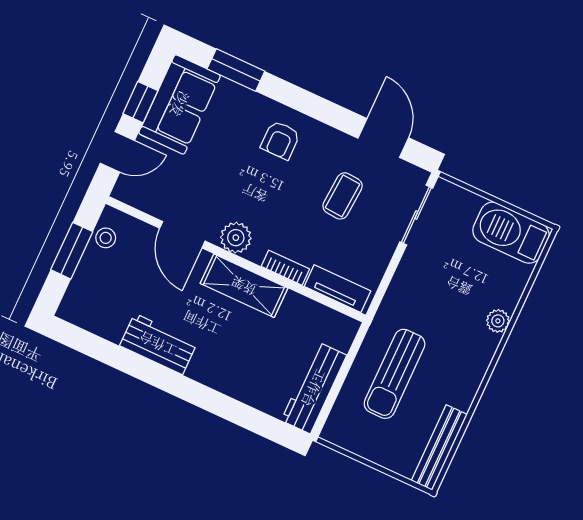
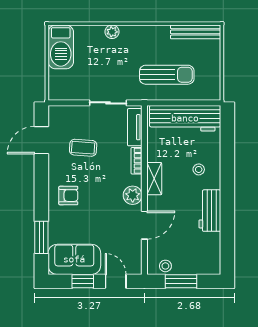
sliding door: (416, 215) -> (108, 103), moved
shelving: (244, 286) -> (154, 179), width x0.67, depth x0.75
stool: (229, 356) -> (199, 169), added
workbench: (314, 388) -> (185, 118), width x1.36, depth x1.32

